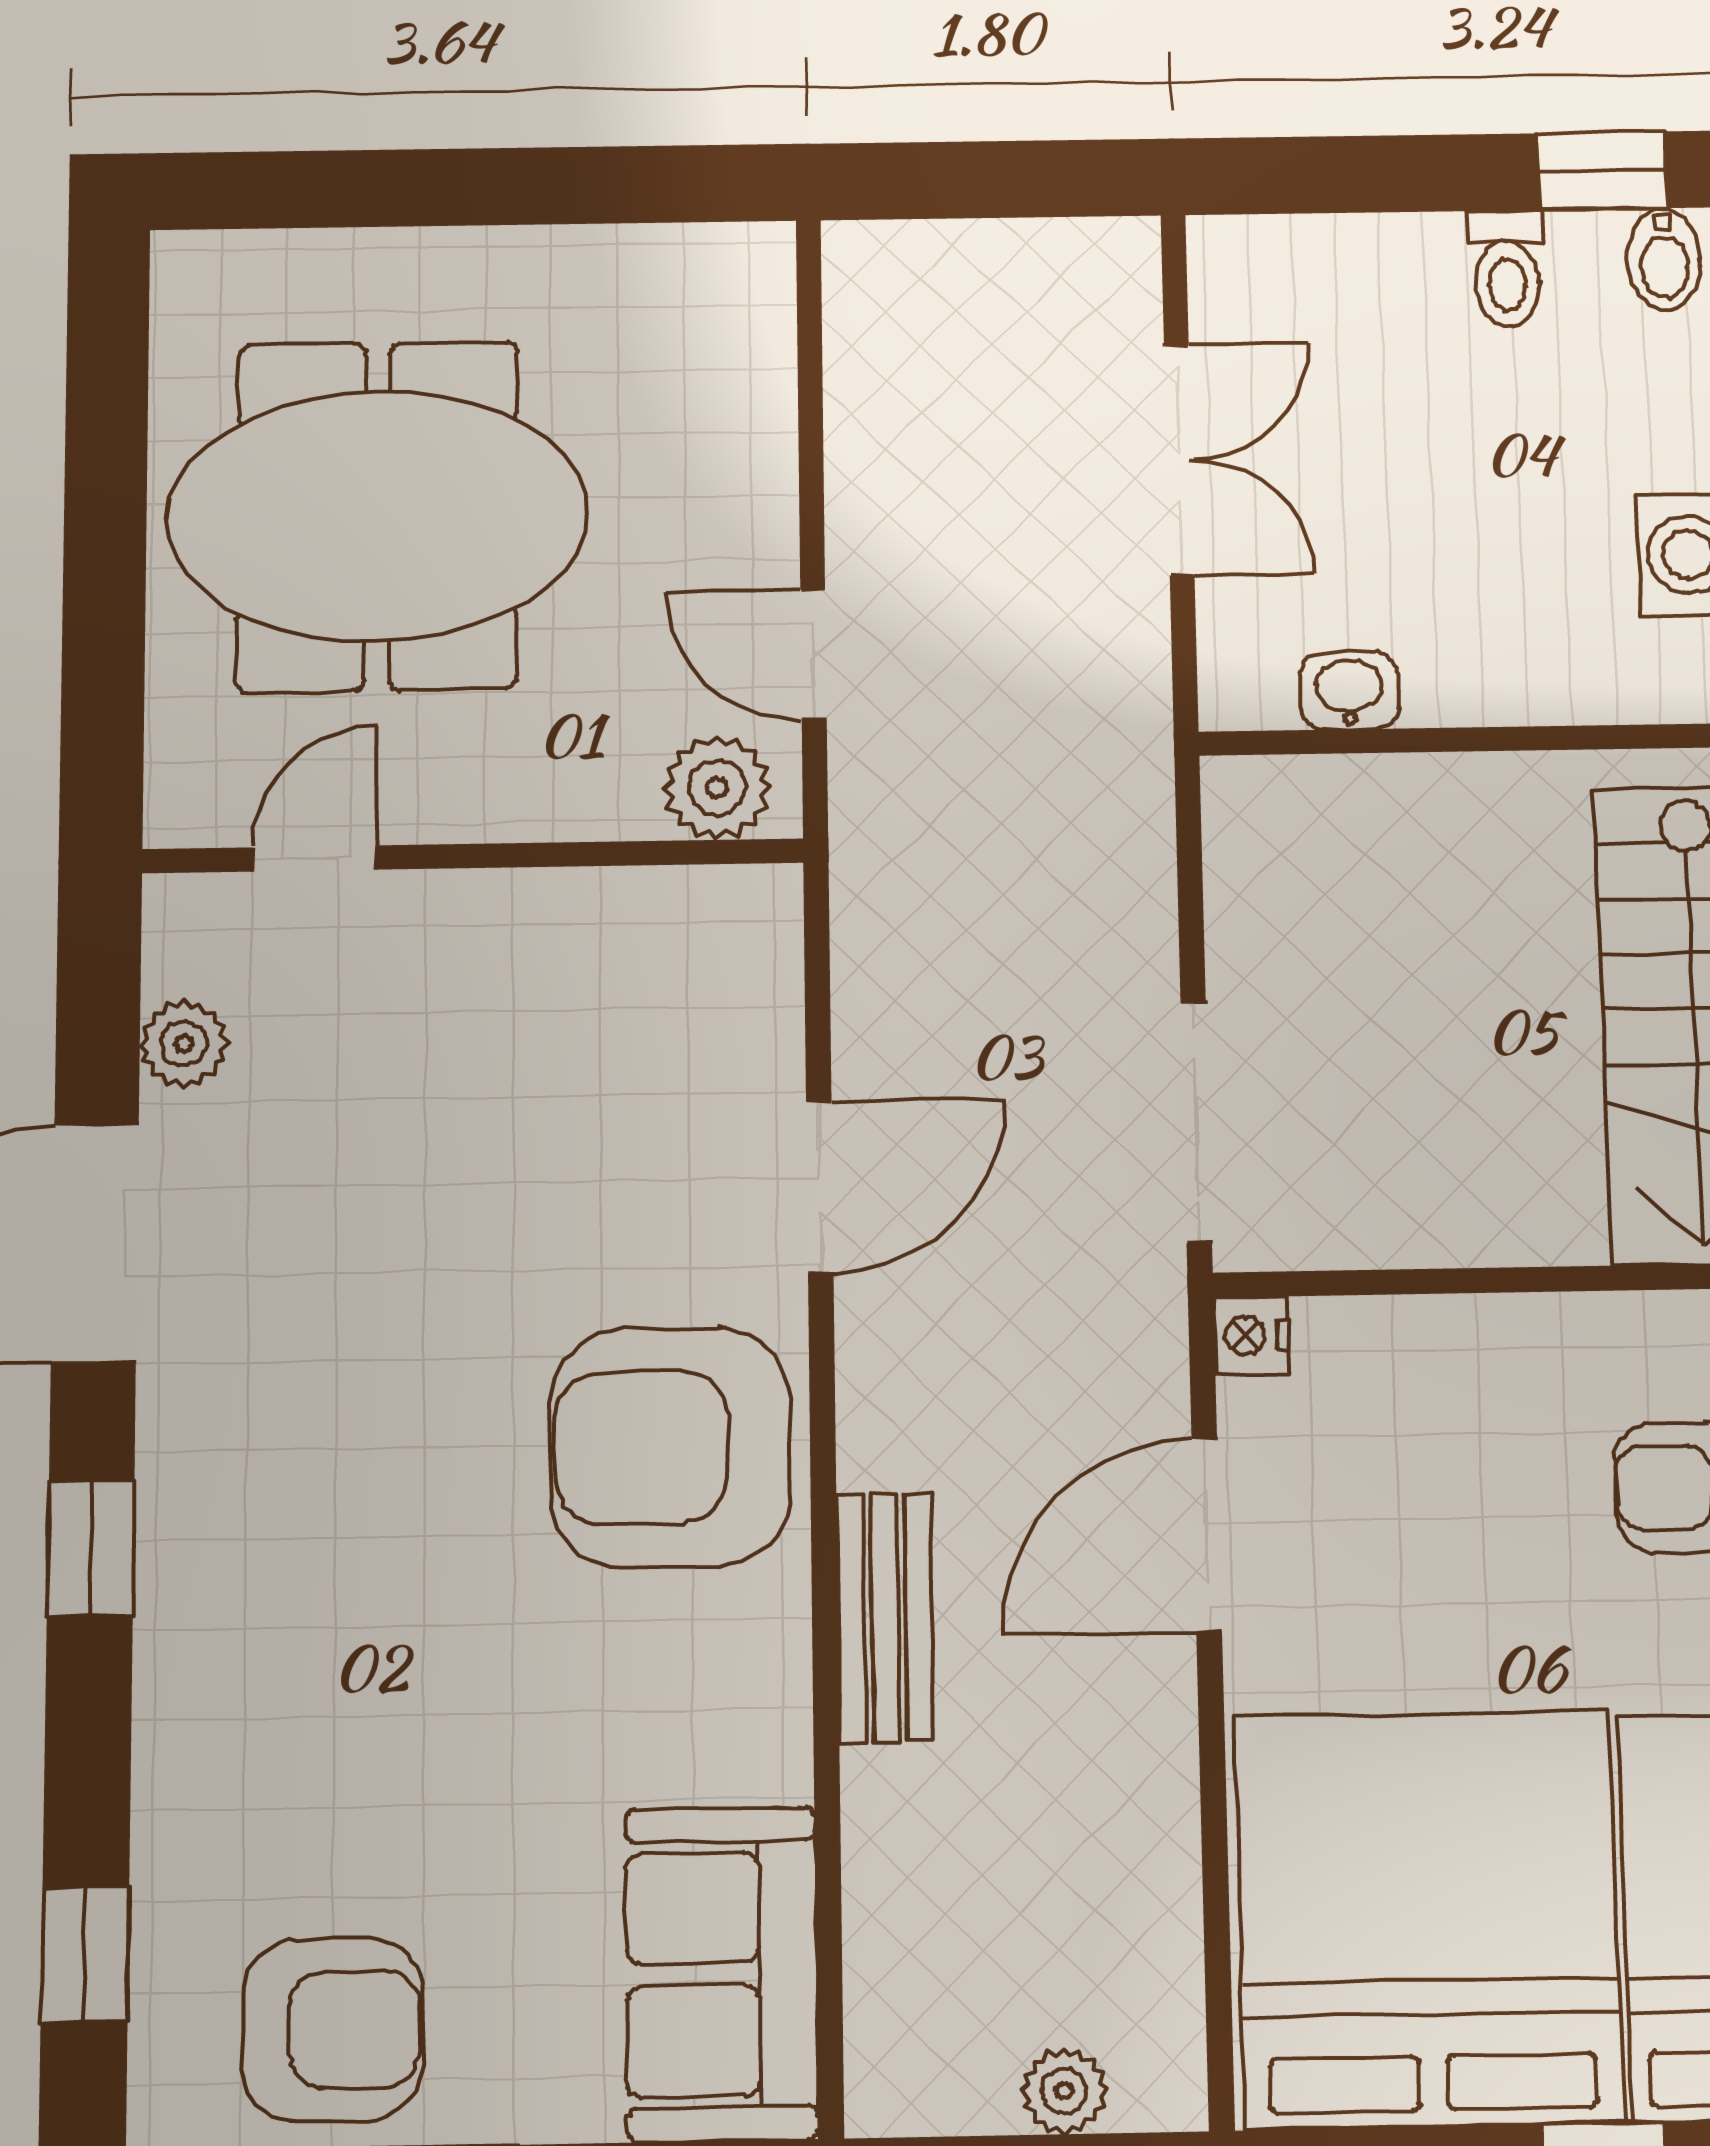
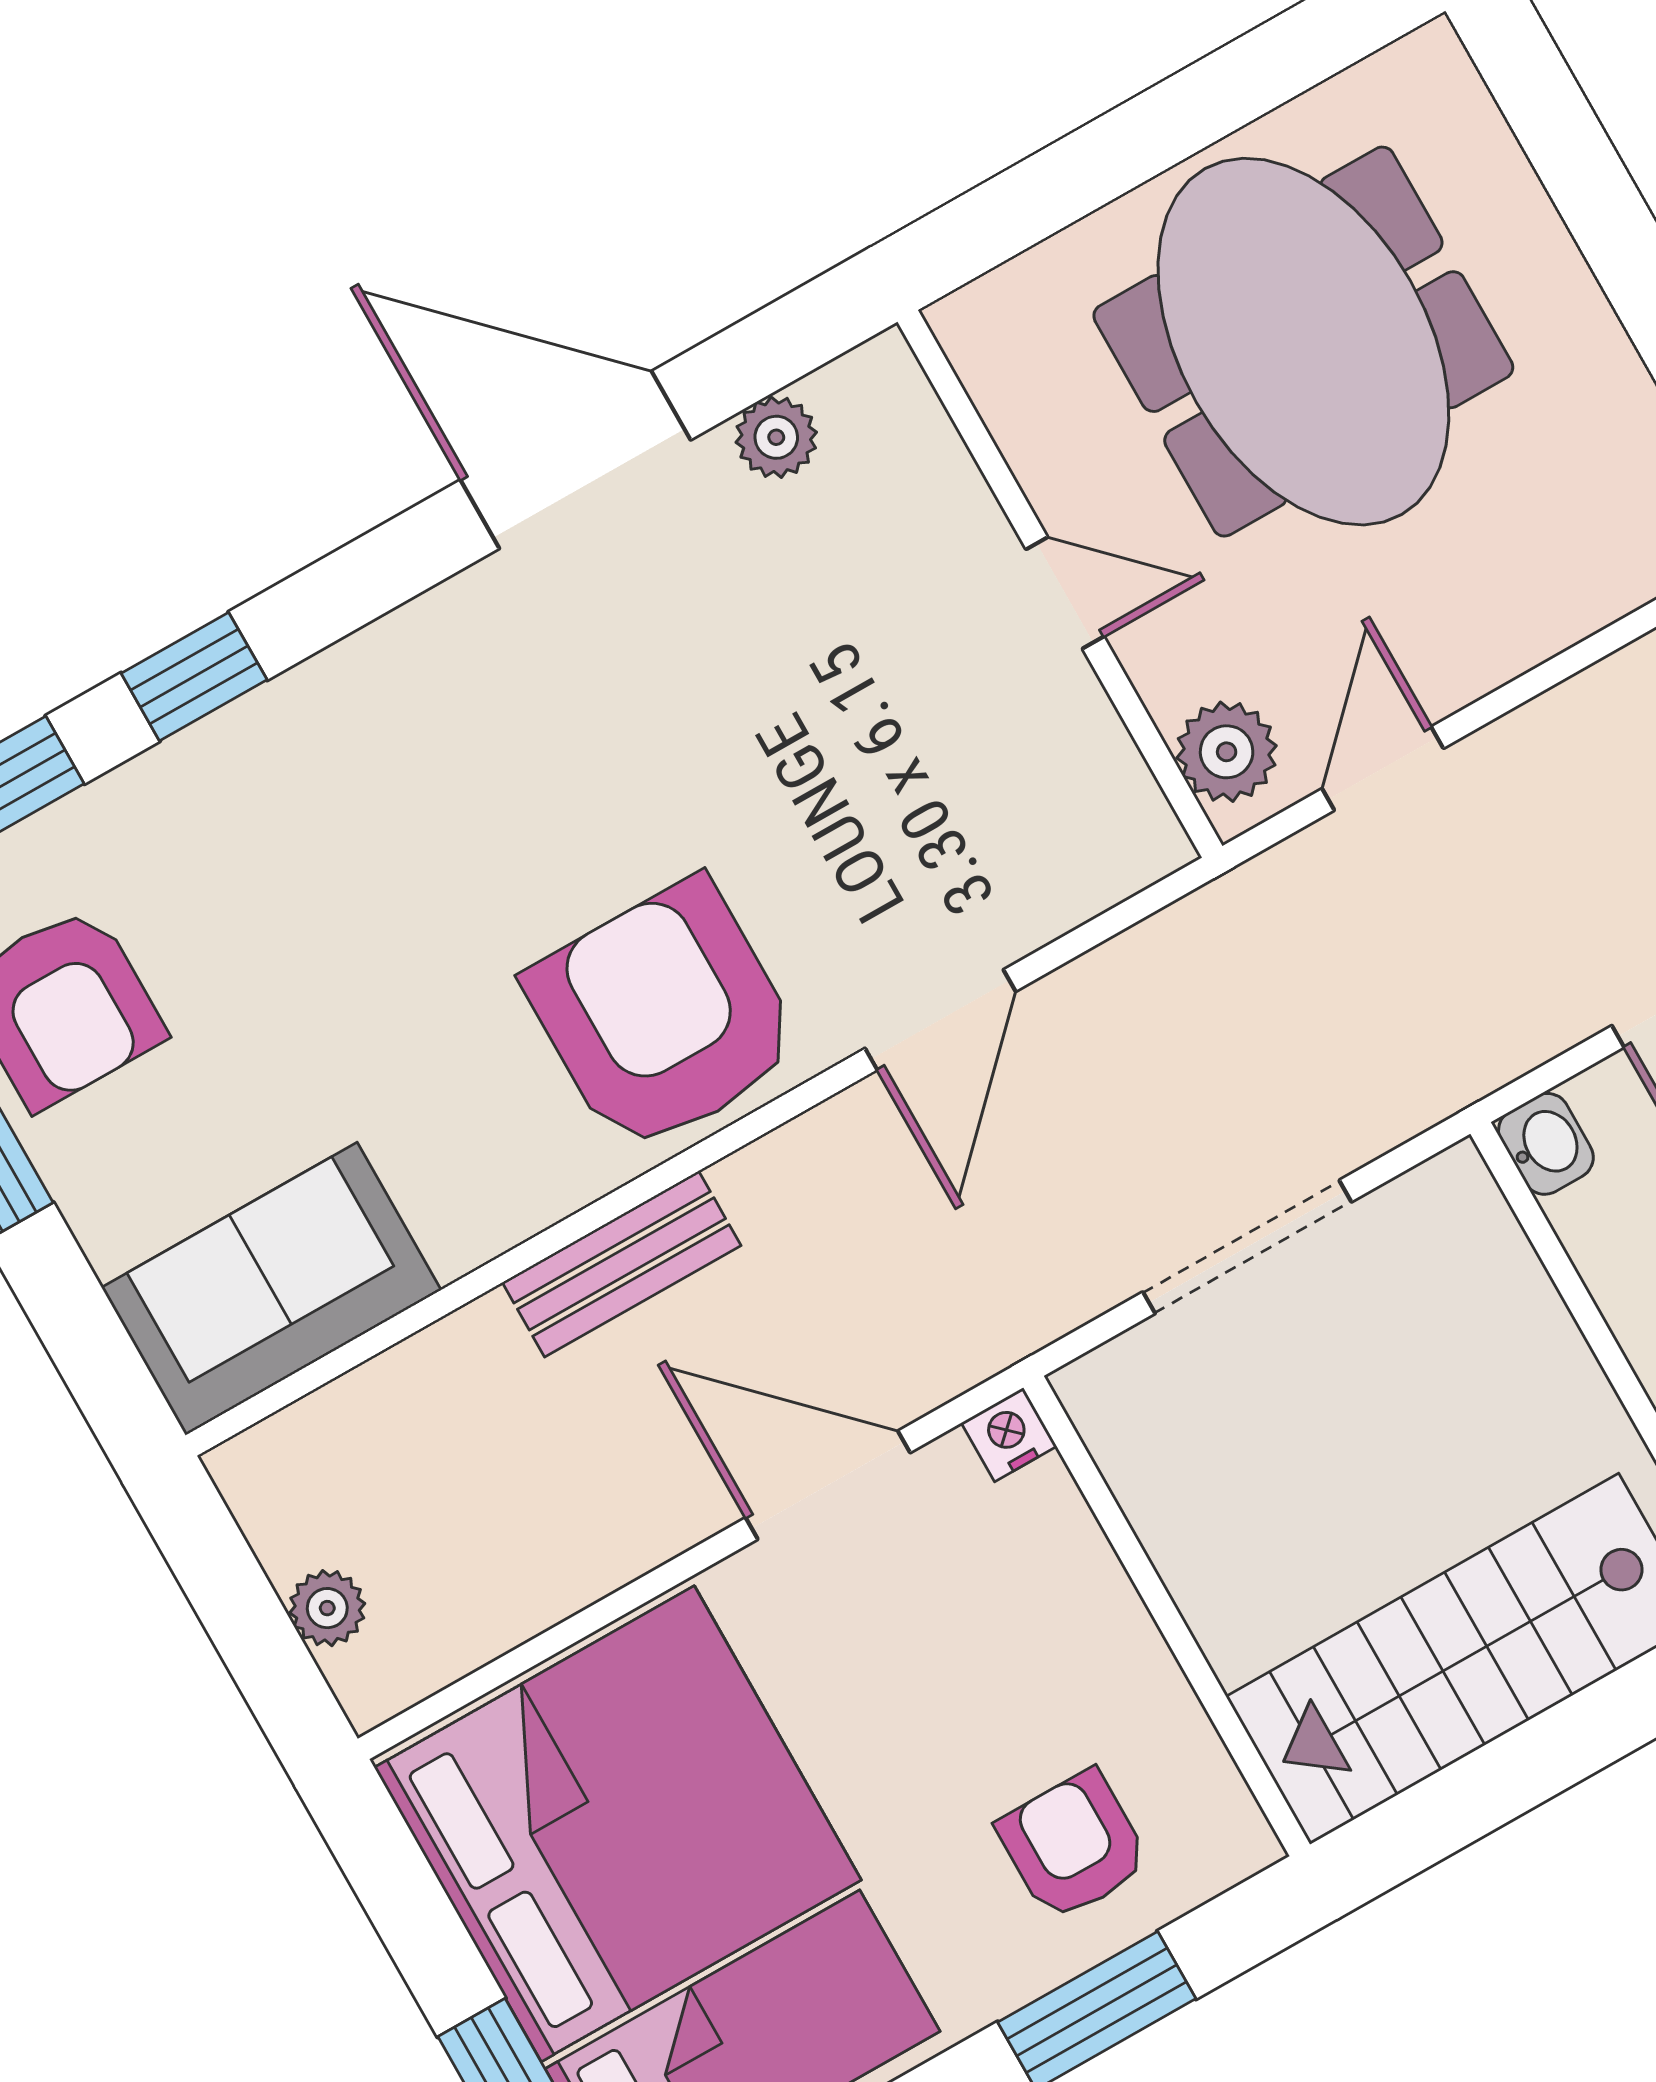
washbasin: (1349, 691) -> (1546, 1144), moved
door: (314, 859) -> (1065, 593), moved
doorway: (1196, 1122) -> (1247, 1247), moved
door: (820, 1187) -> (940, 1020), hinge flipped
window: (91, 1548) -> (194, 677), moved

